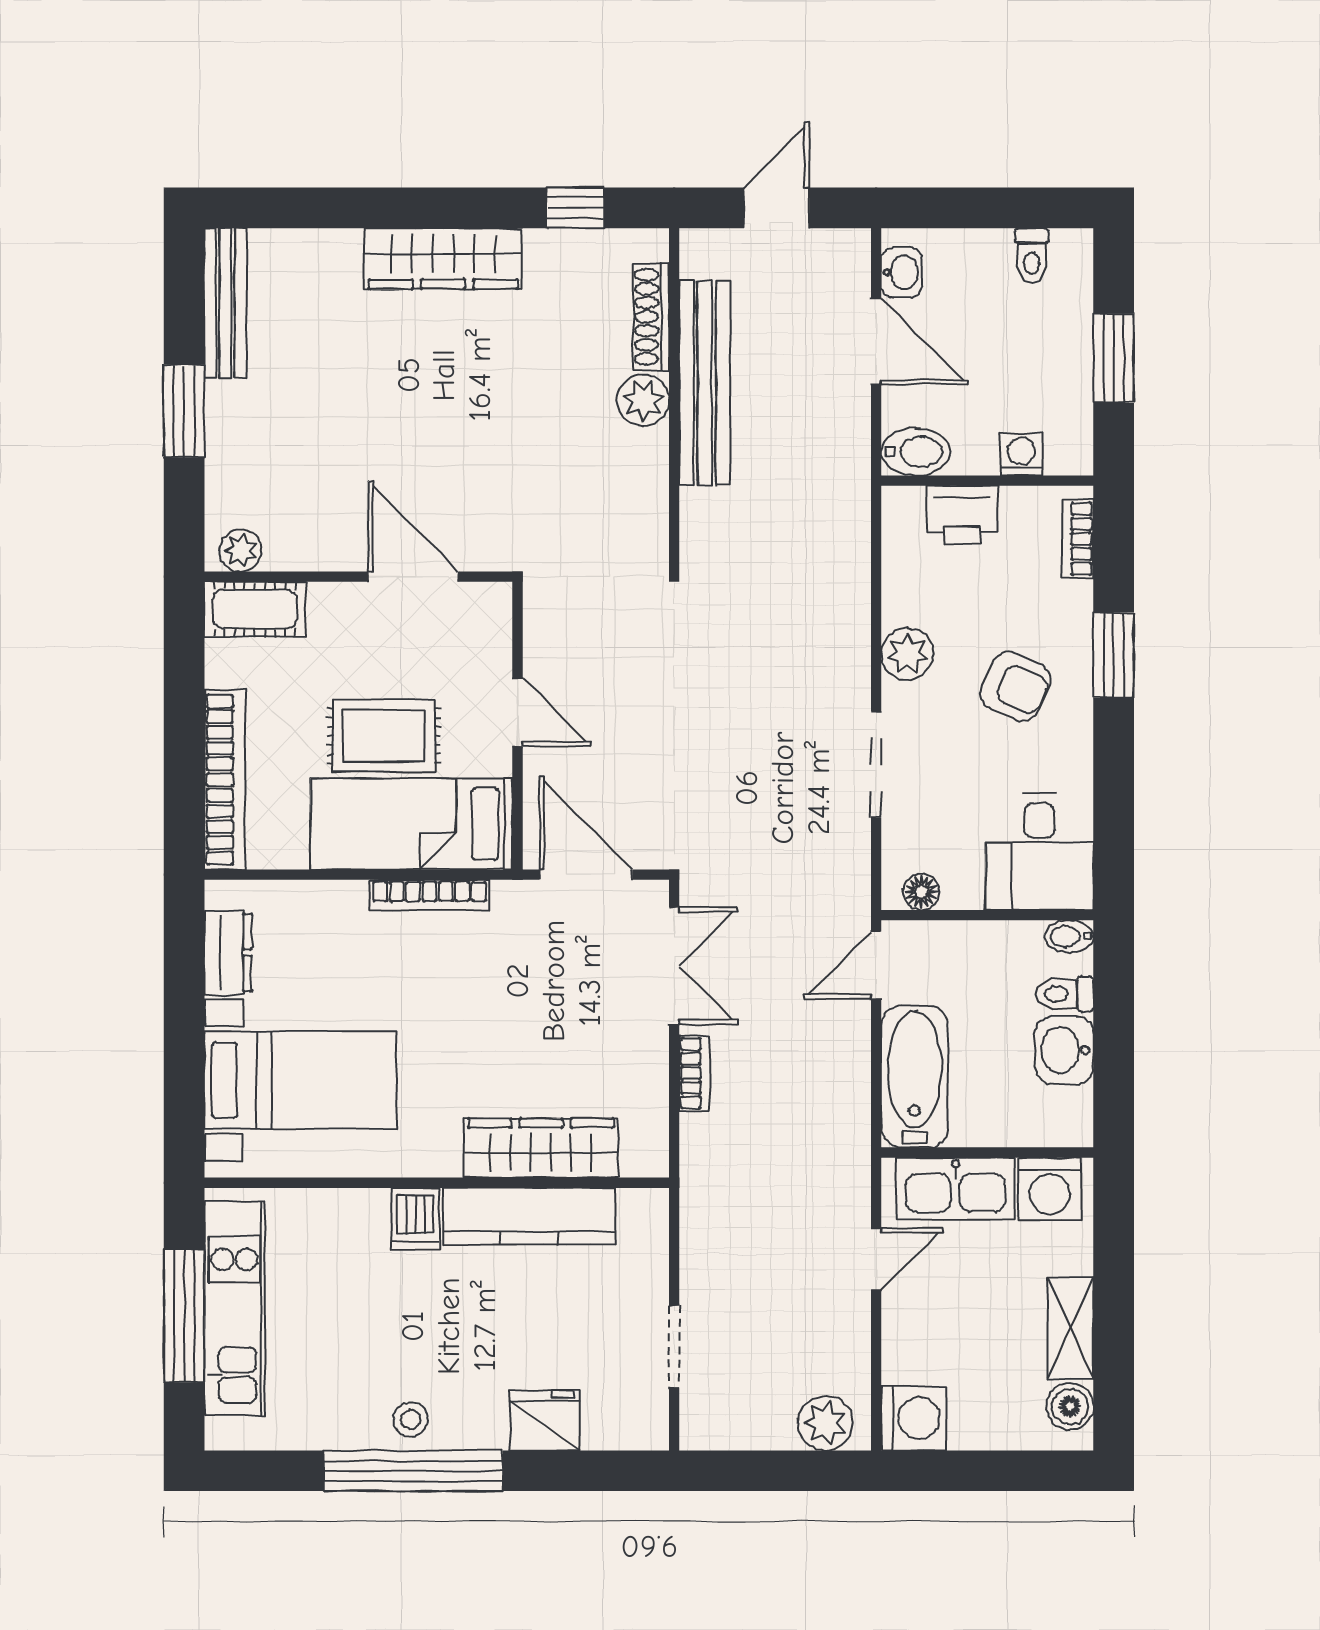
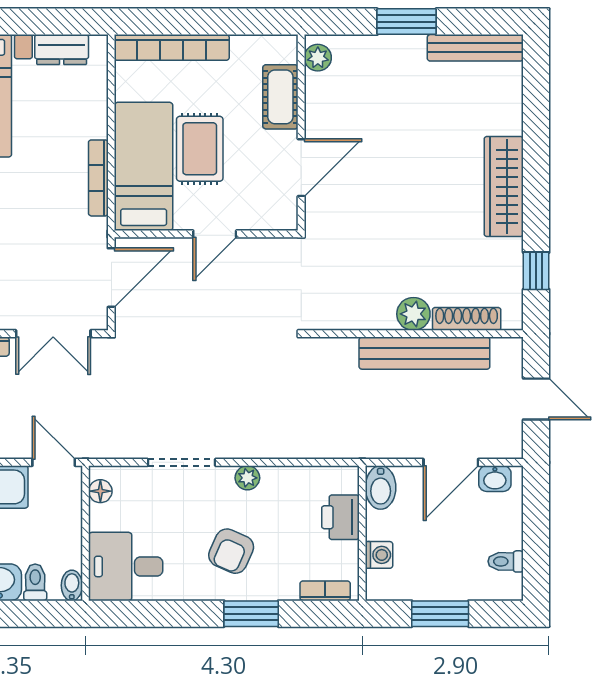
cot: (255, 609) -> (280, 97), moved
plant: (907, 654) -> (247, 478), width x0.73, depth x0.73

